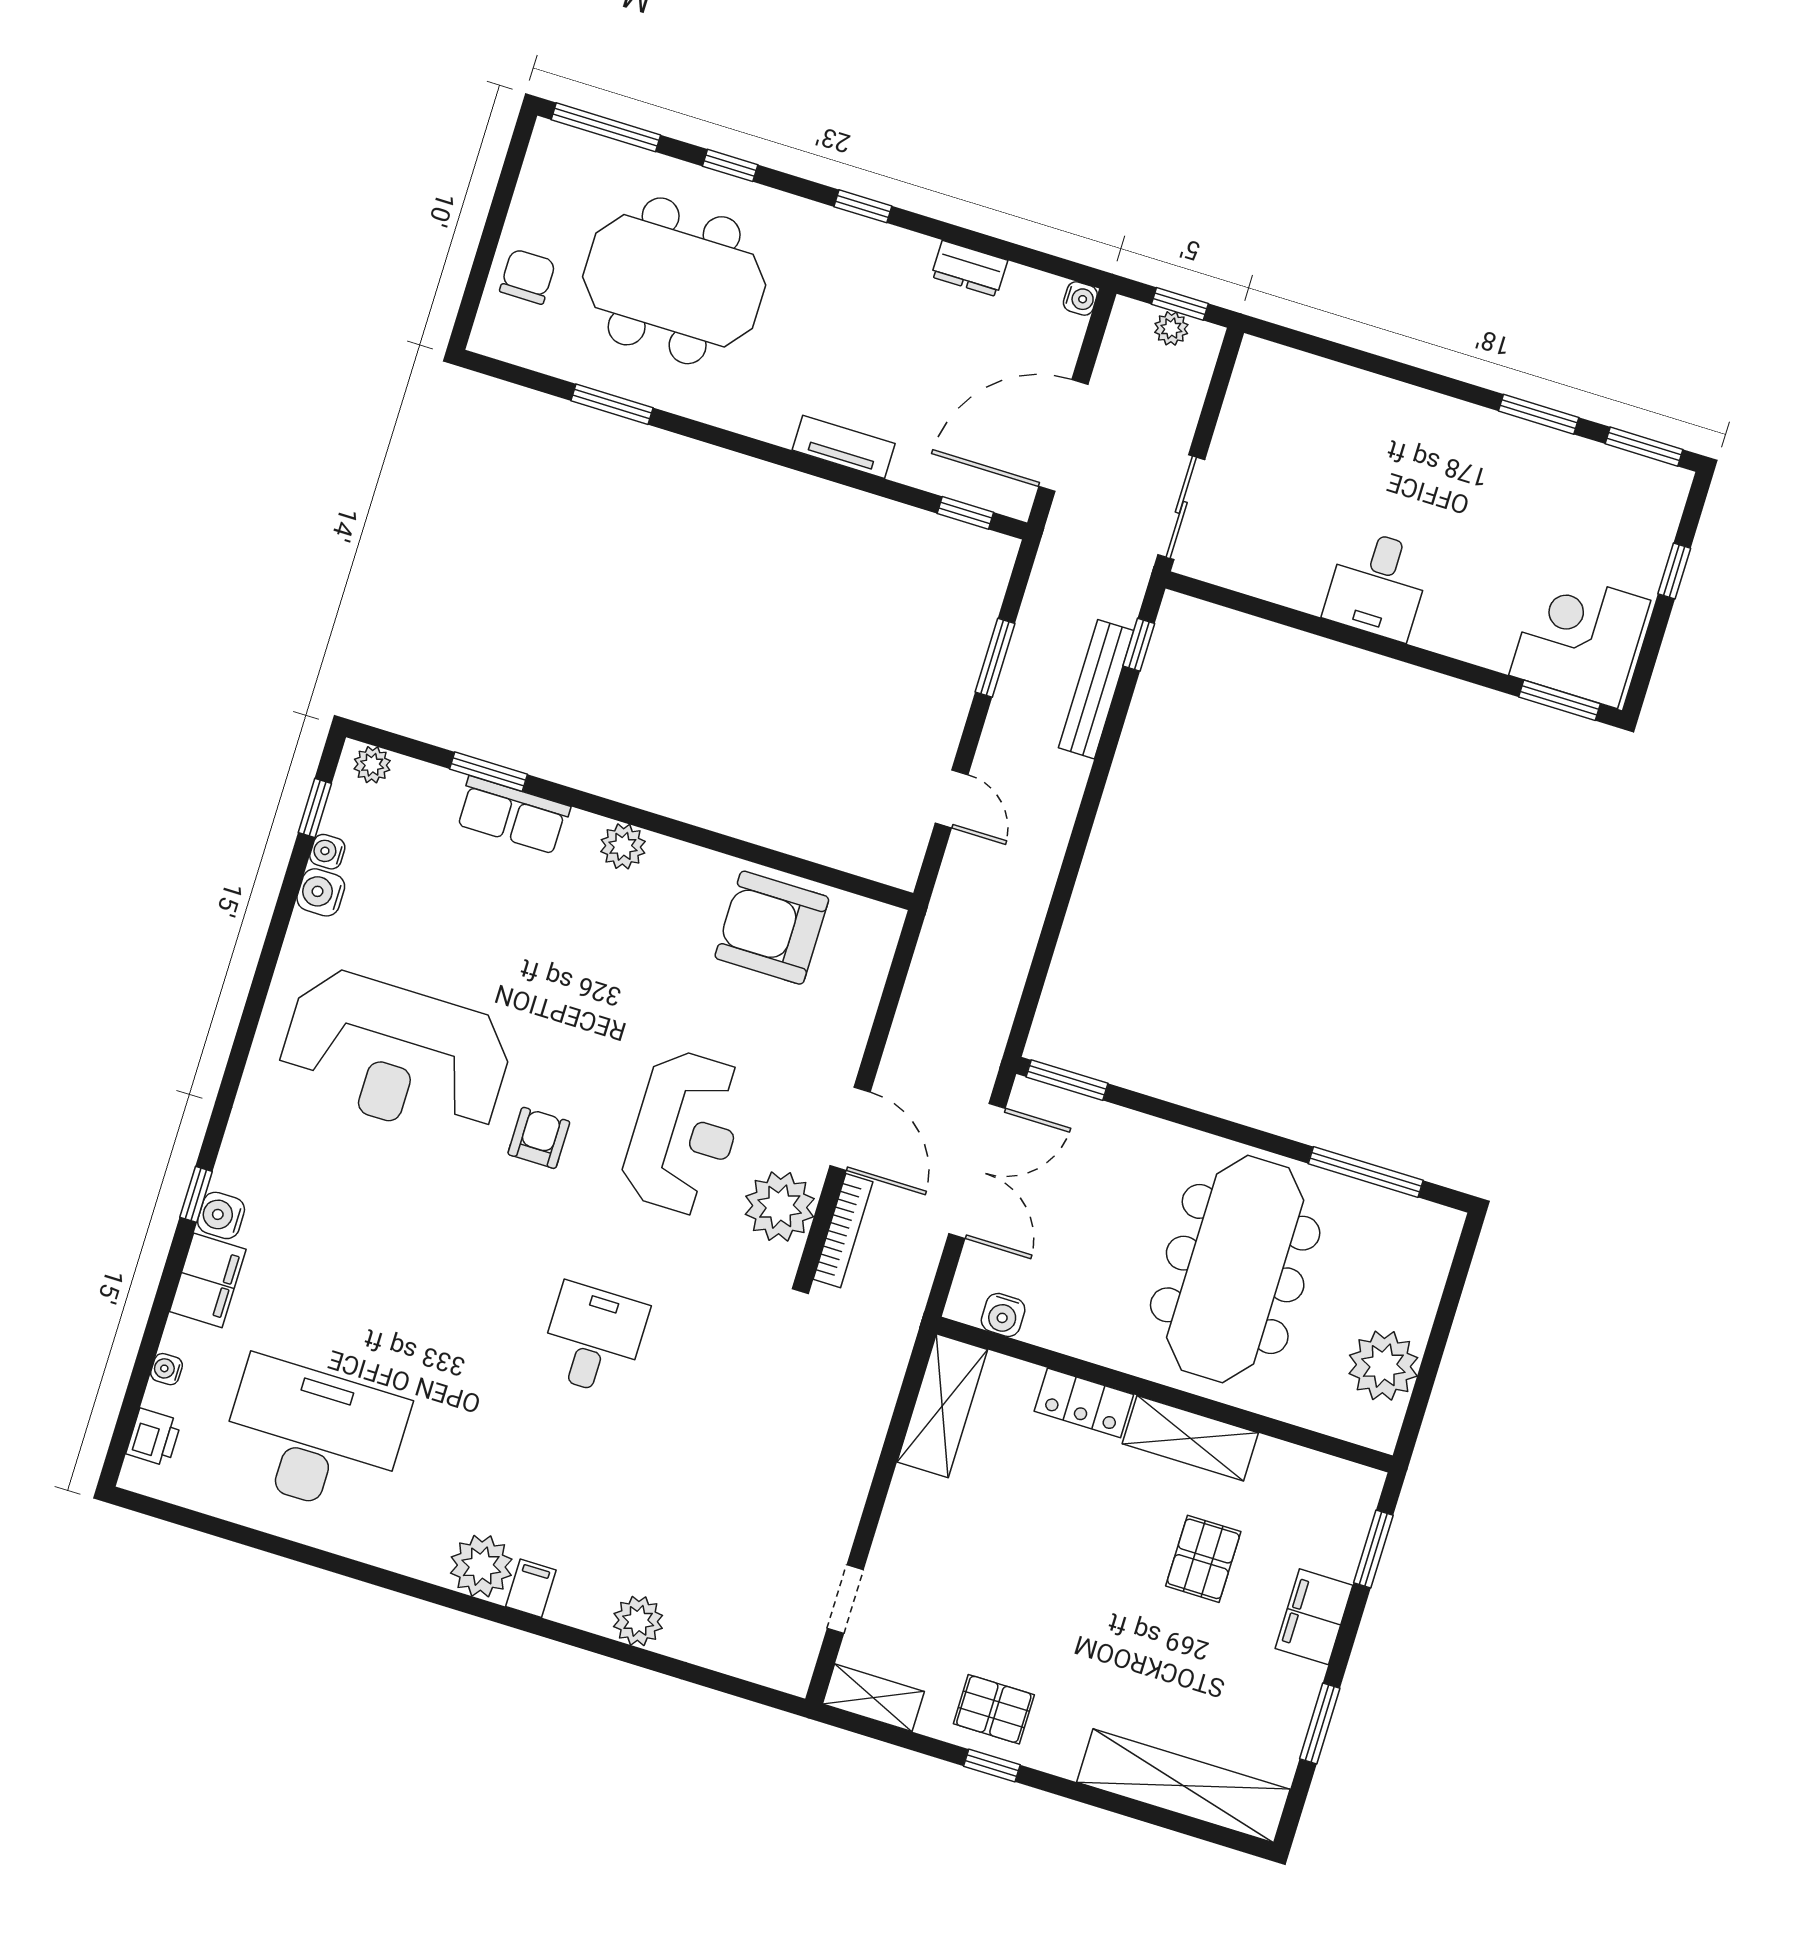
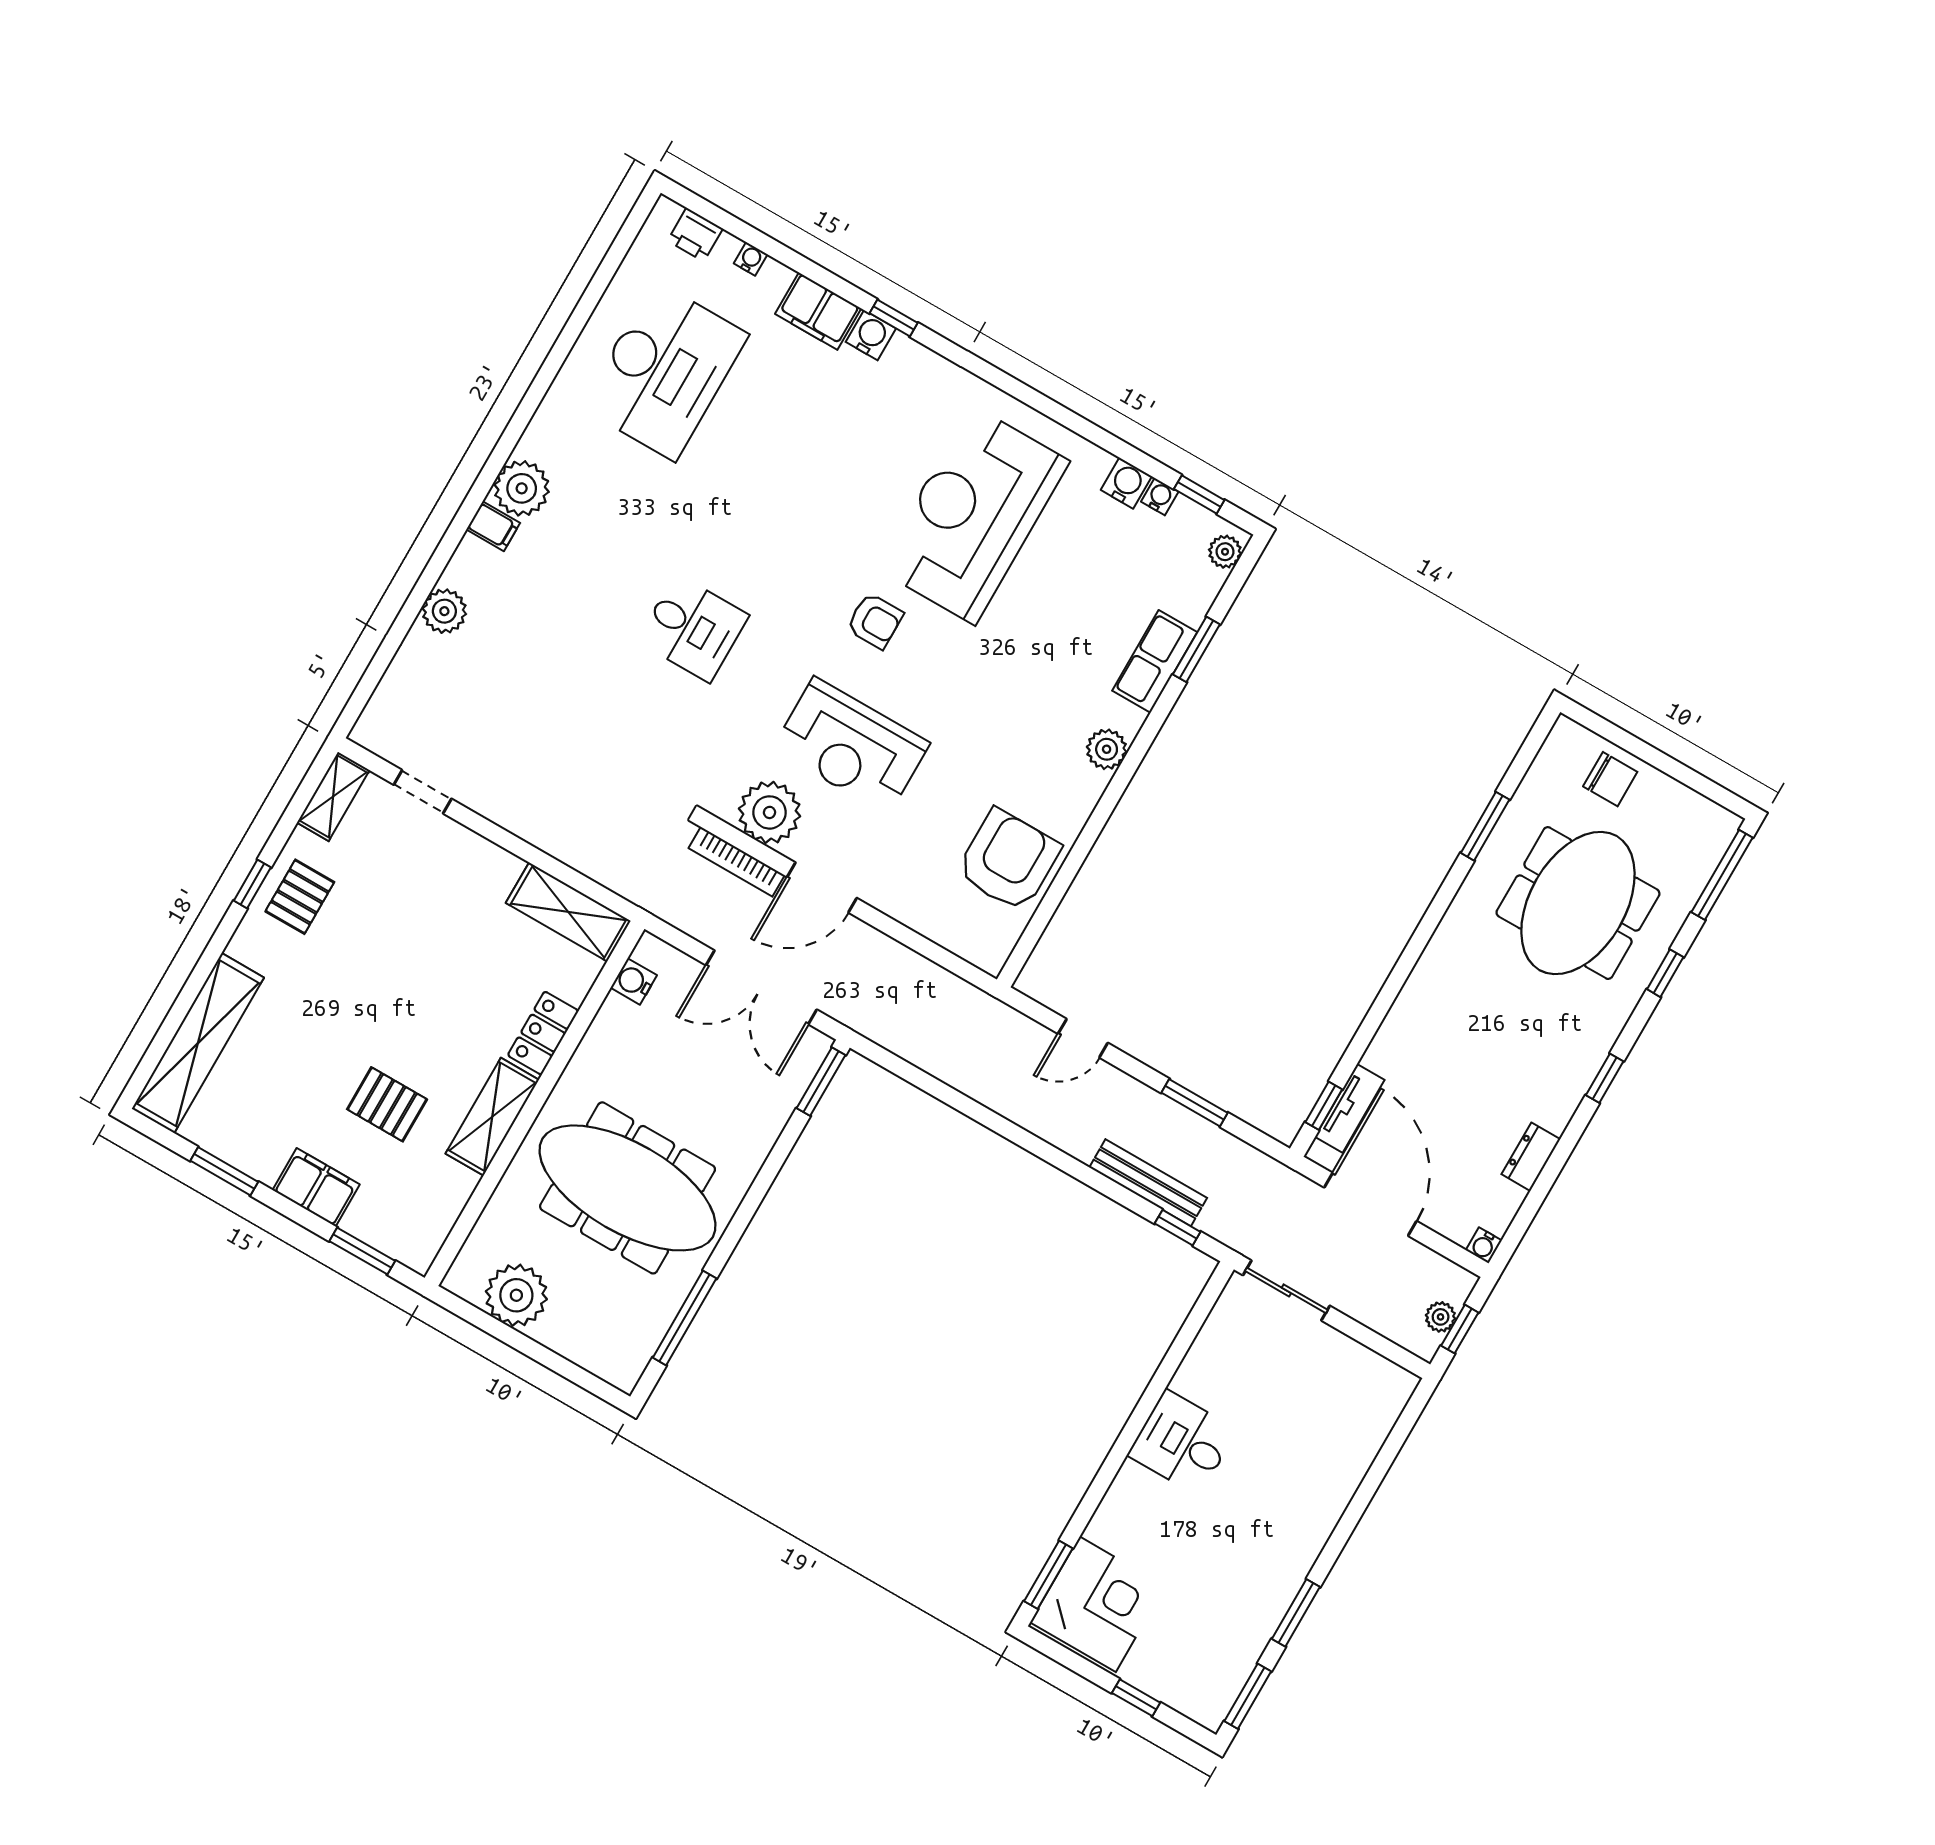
tv unit: (844, 447) -> (1350, 1108), moved

